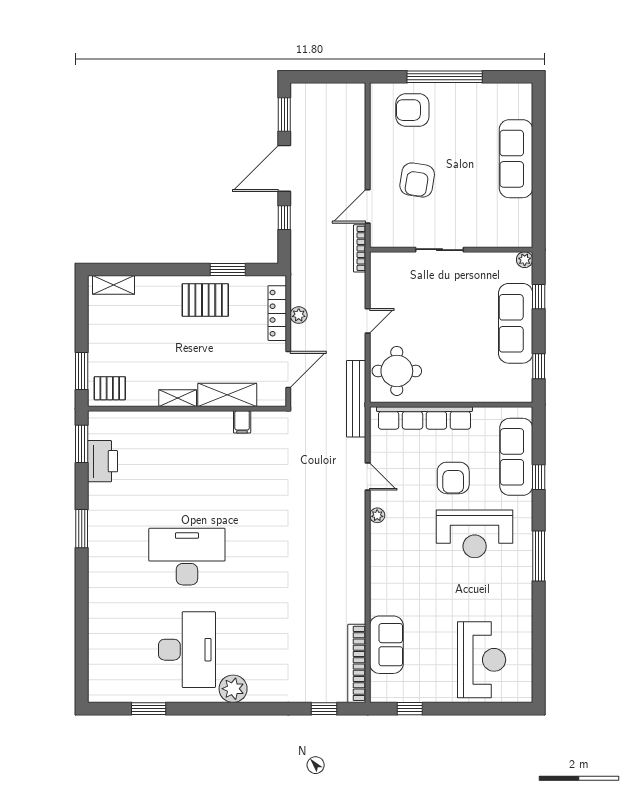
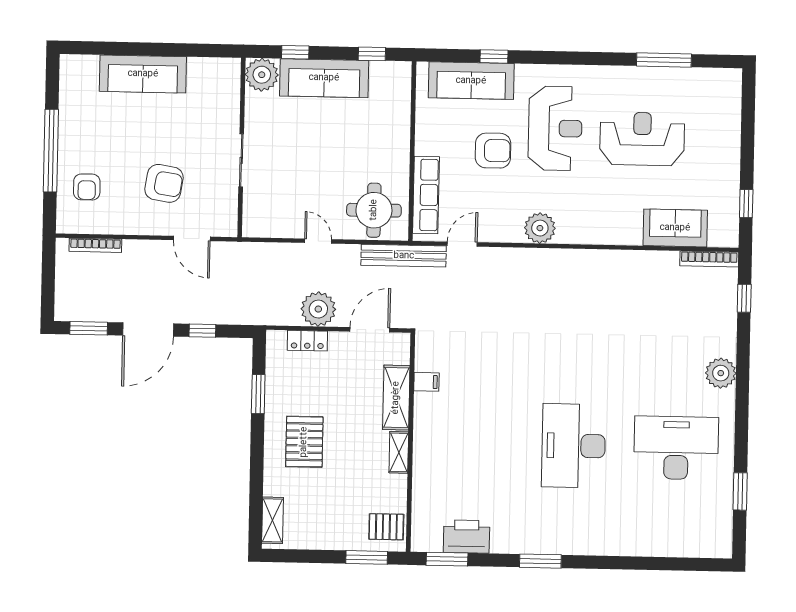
armchair: (412, 110) -> (87, 187), width x0.72, depth x0.72
door: (284, 168) -> (148, 329), hinge flipped
bookcase: (360, 248) -> (95, 245), moved
plant: (525, 260) -> (262, 75), width x1.87, depth x1.87
pallet: (205, 300) -> (304, 442), moved
locker: (277, 313) -> (307, 341), width x0.66
plant: (299, 315) -> (318, 309), width x1.88, depth x1.88
door: (288, 370) -> (370, 330), hinge flipped
pallet: (110, 388) -> (386, 527), turned 90
row of seats: (424, 418) -> (426, 195), width x0.73
door: (368, 477) -> (462, 244), moved
plant: (377, 515) -> (540, 228), width x1.88, depth x1.88
window: (539, 556) -> (664, 60), moved
reception desk: (482, 660) -> (642, 139), moved
bookcase: (357, 663) -> (709, 259), width x0.68, depth x0.76
plant: (233, 689) -> (721, 373), moved

